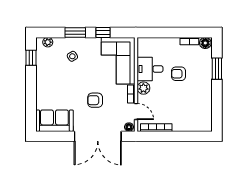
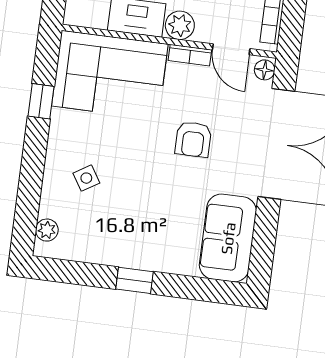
window: (75, 32) -> (33, 164), removed
window: (31, 58) -> (135, 280), moved
door: (136, 112) -> (231, 49), swing flipped

